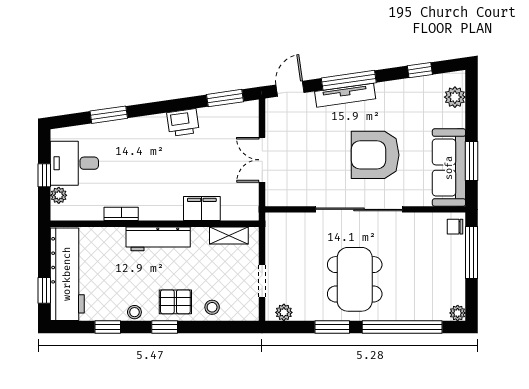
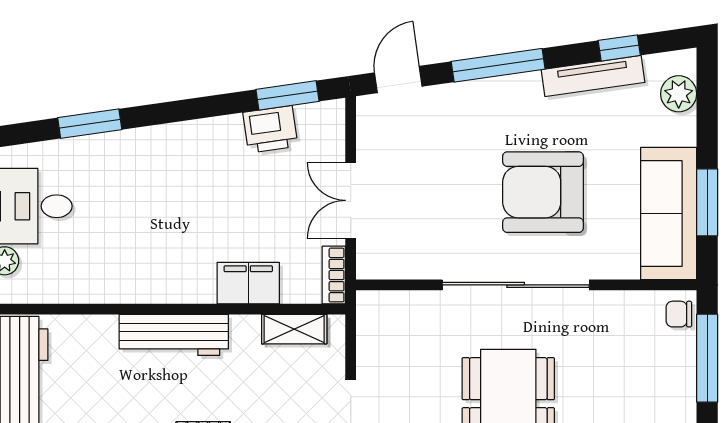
tv unit: (345, 95) -> (593, 76), moved
printer: (183, 123) -> (270, 129), moved
bookcase: (121, 214) -> (334, 275), moved, turned -90

